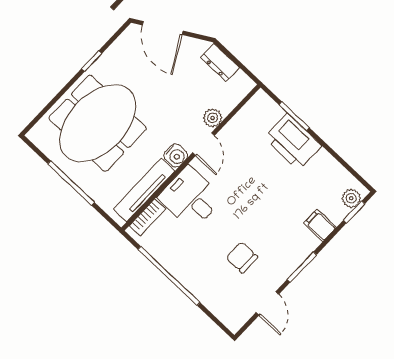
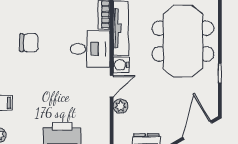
door: (163, 28) -> (197, 130), hinge flipped
door: (203, 144) -> (112, 86), swing flipped

